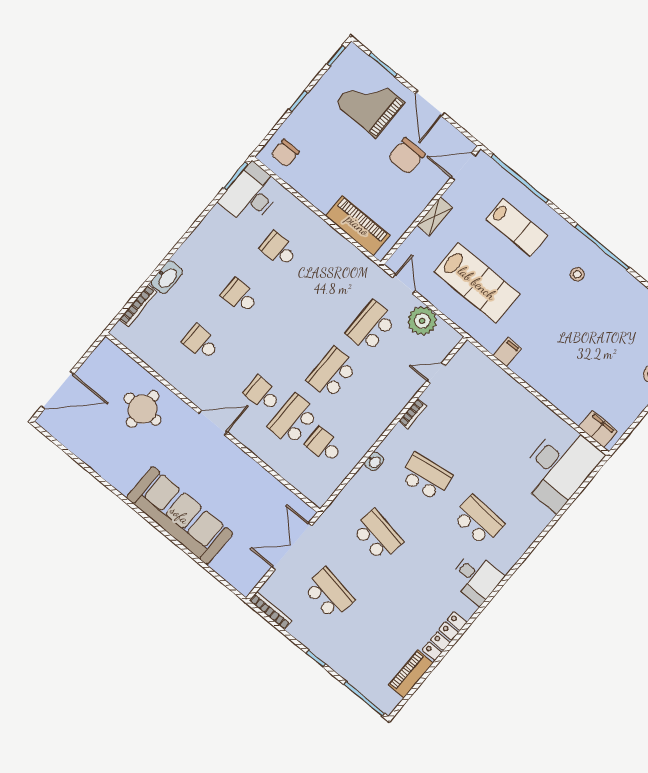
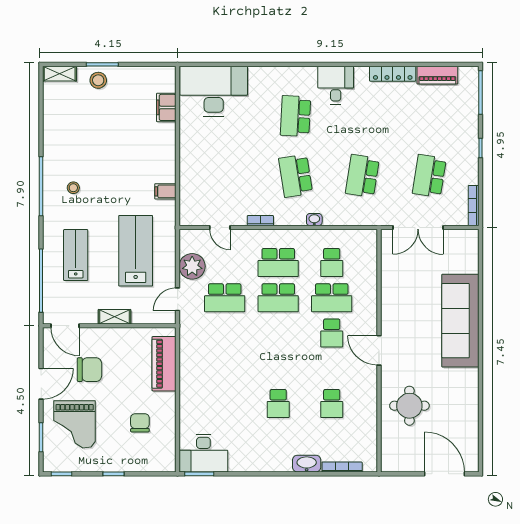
chair: (285, 153) -> (140, 423), moved, turned -90
school desk: (279, 249) -> (278, 263), moved, width x1.85
filing cabinet: (598, 429) -> (166, 107), moved

